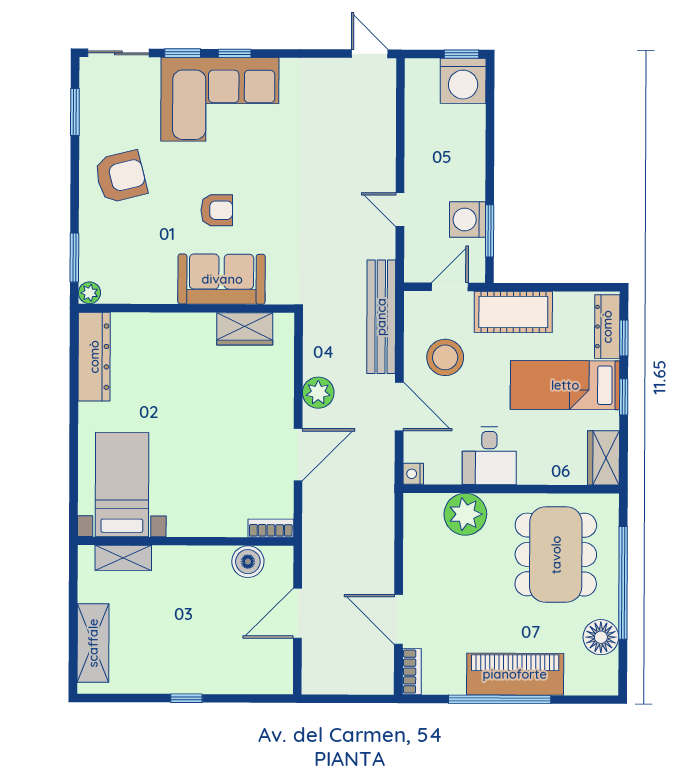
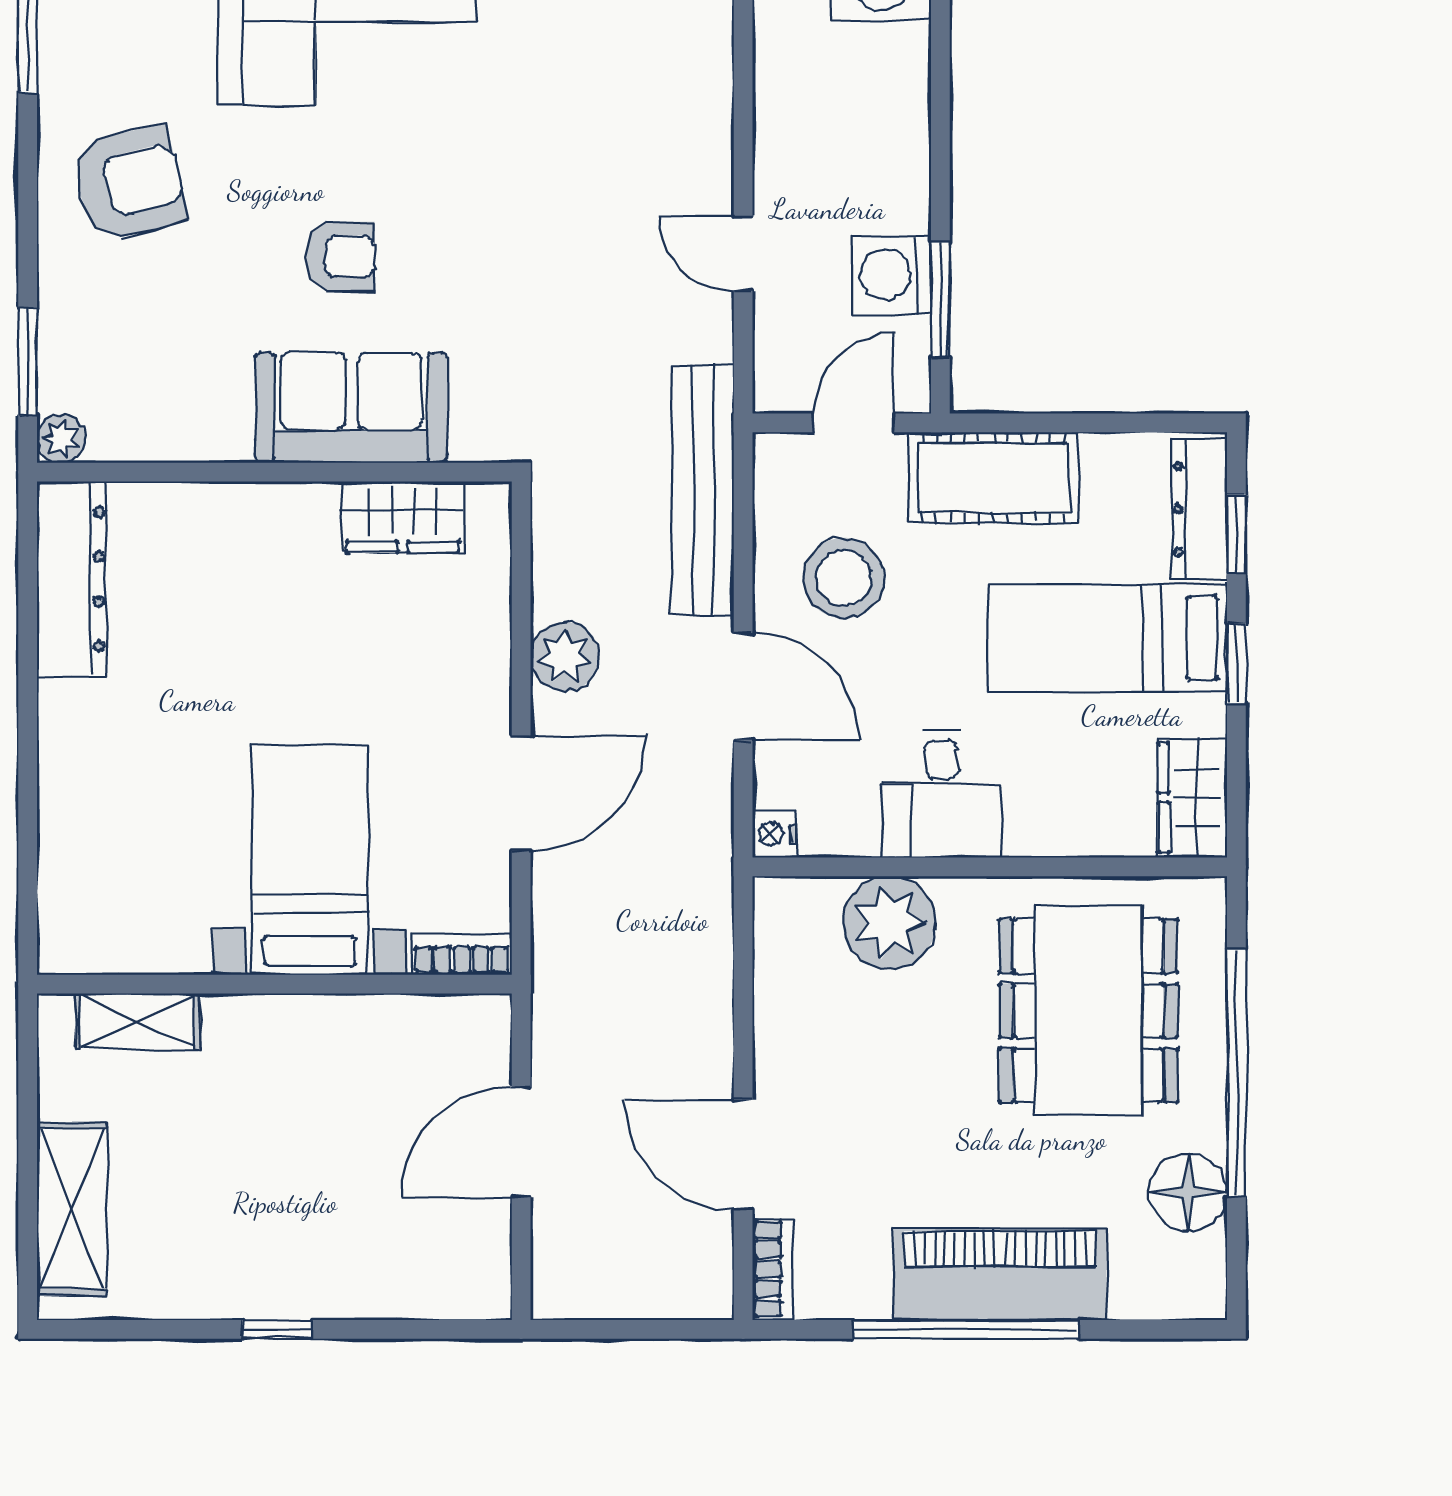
bed with nightstands: (122, 484) -> (310, 860), moved
boiler: (248, 562) -> (412, 1029), removed

